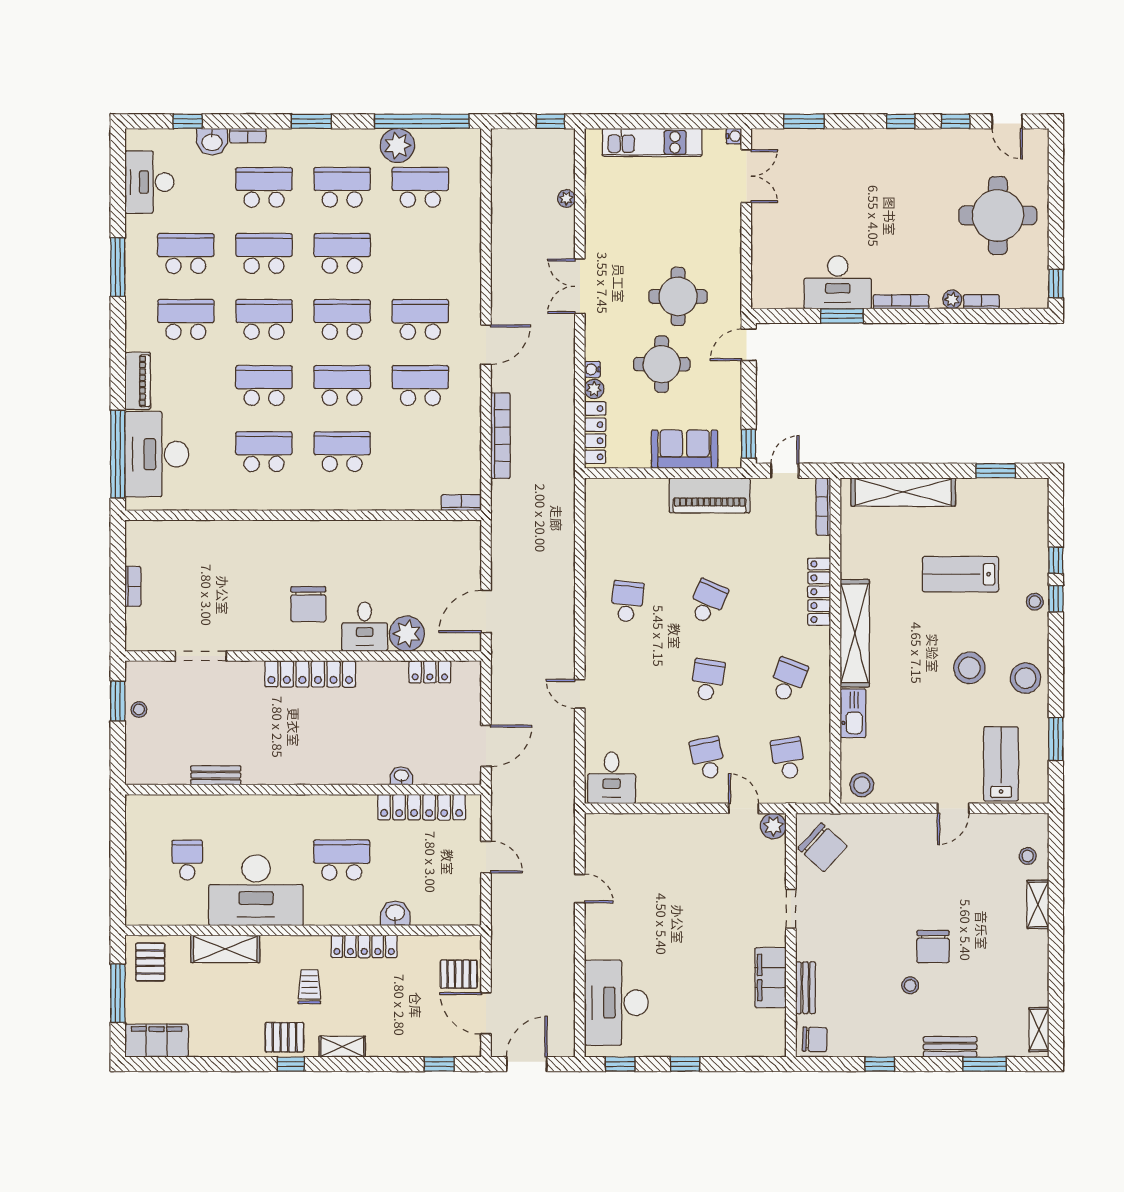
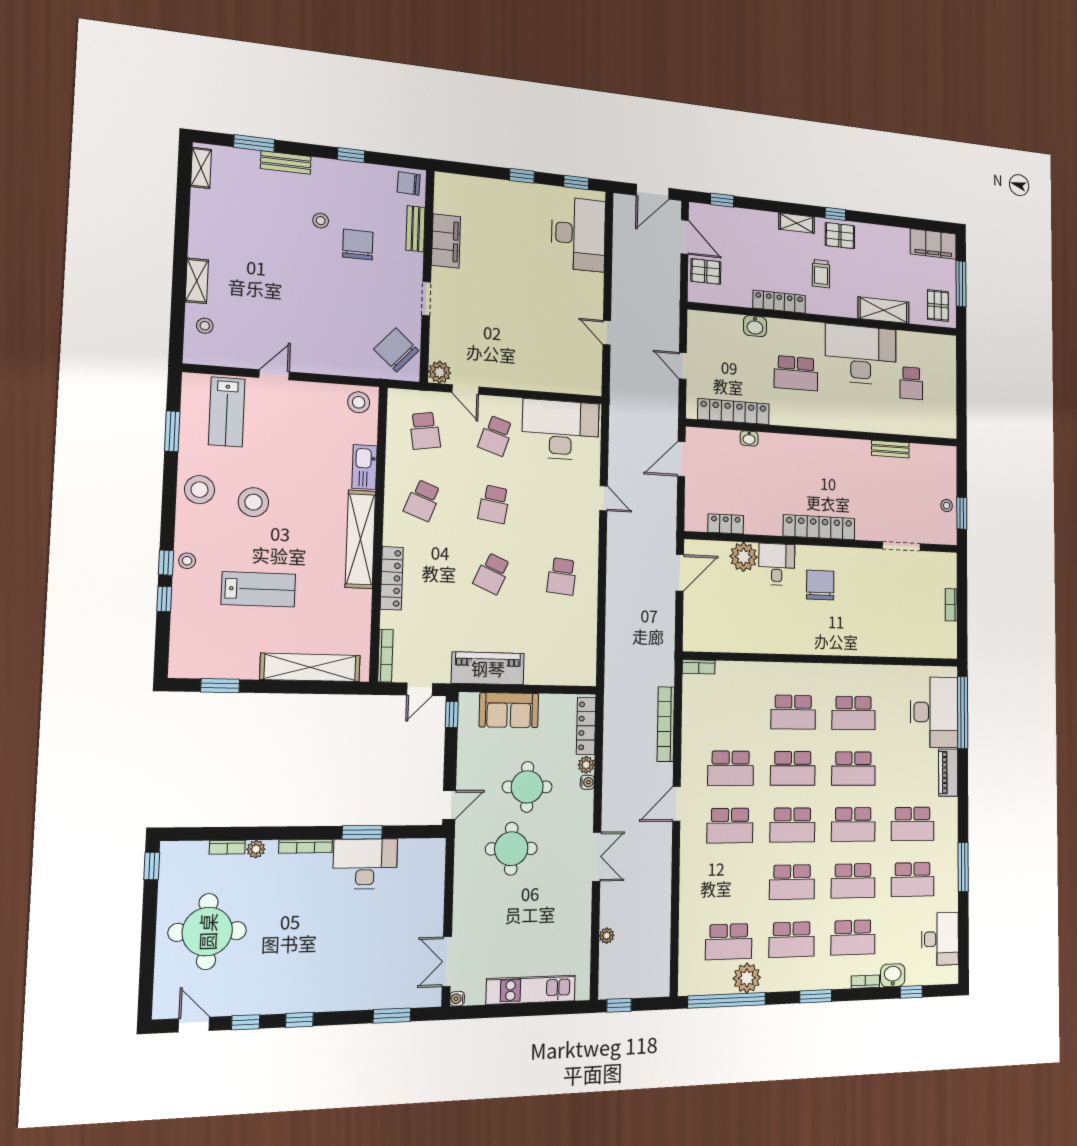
school desk: (708, 758) -> (496, 436), turned 30
desk: (612, 778) -> (561, 430), width x1.87, depth x1.30
chair: (933, 947) -> (358, 245), moved

